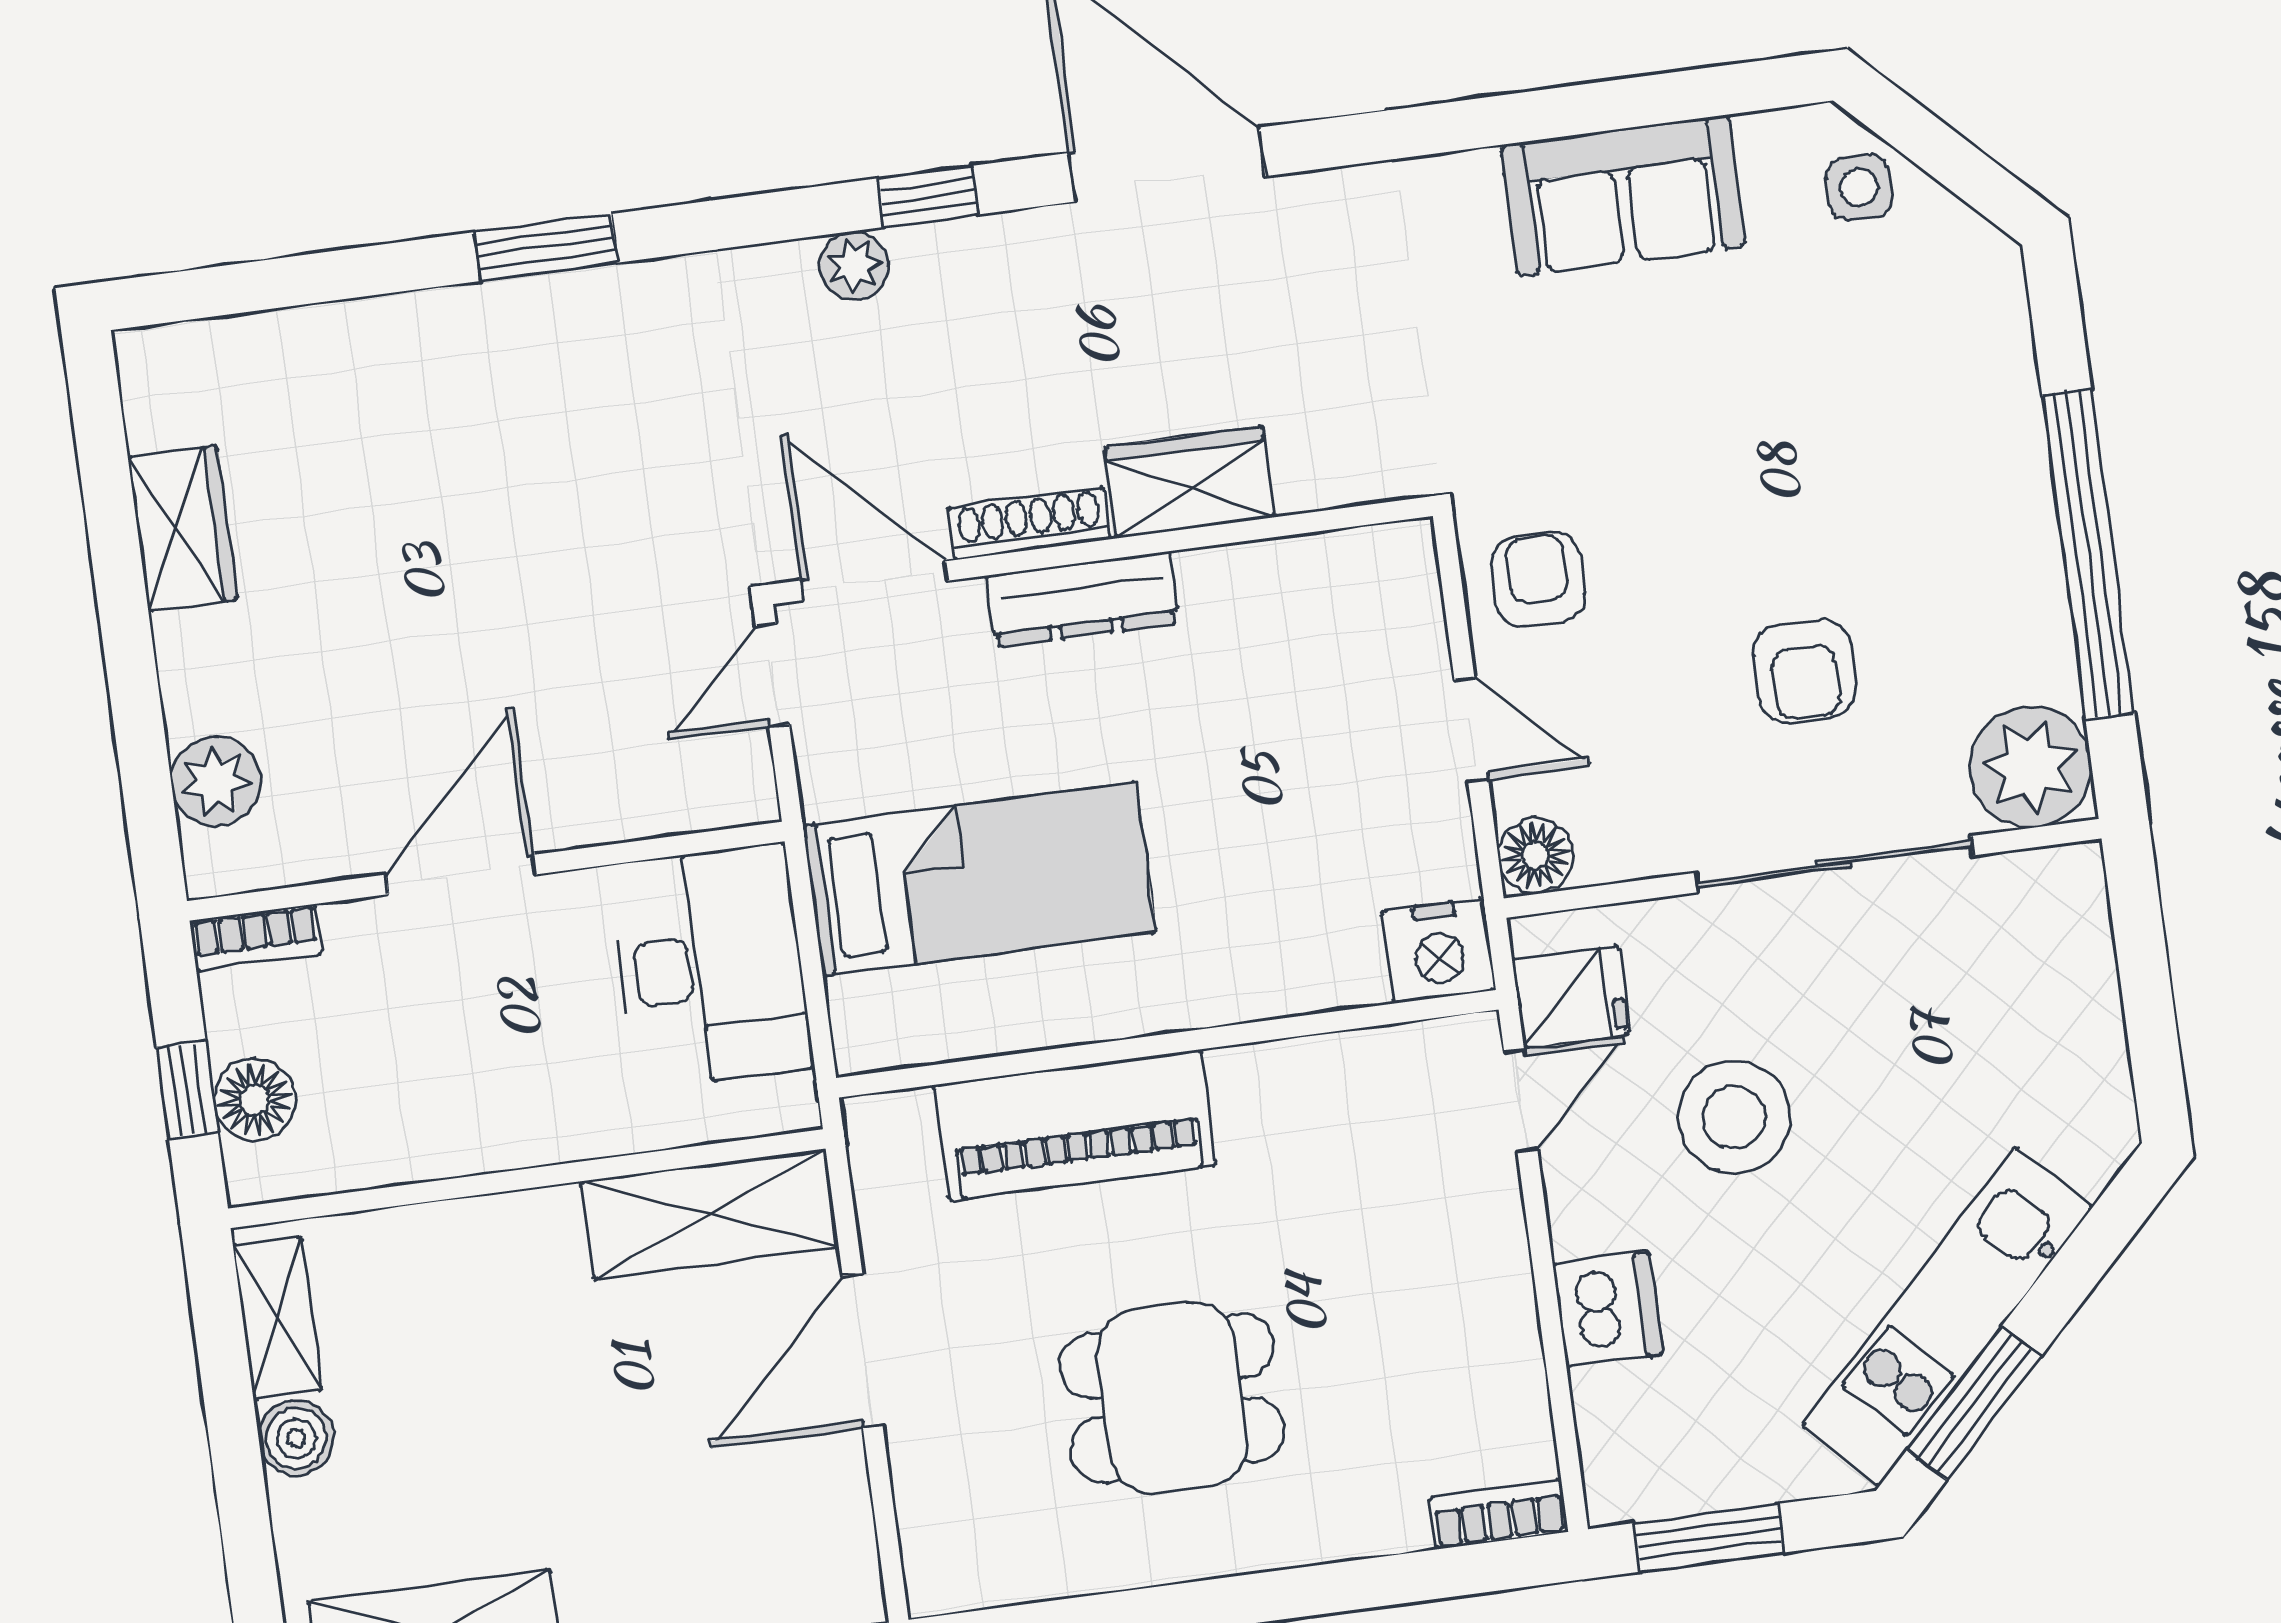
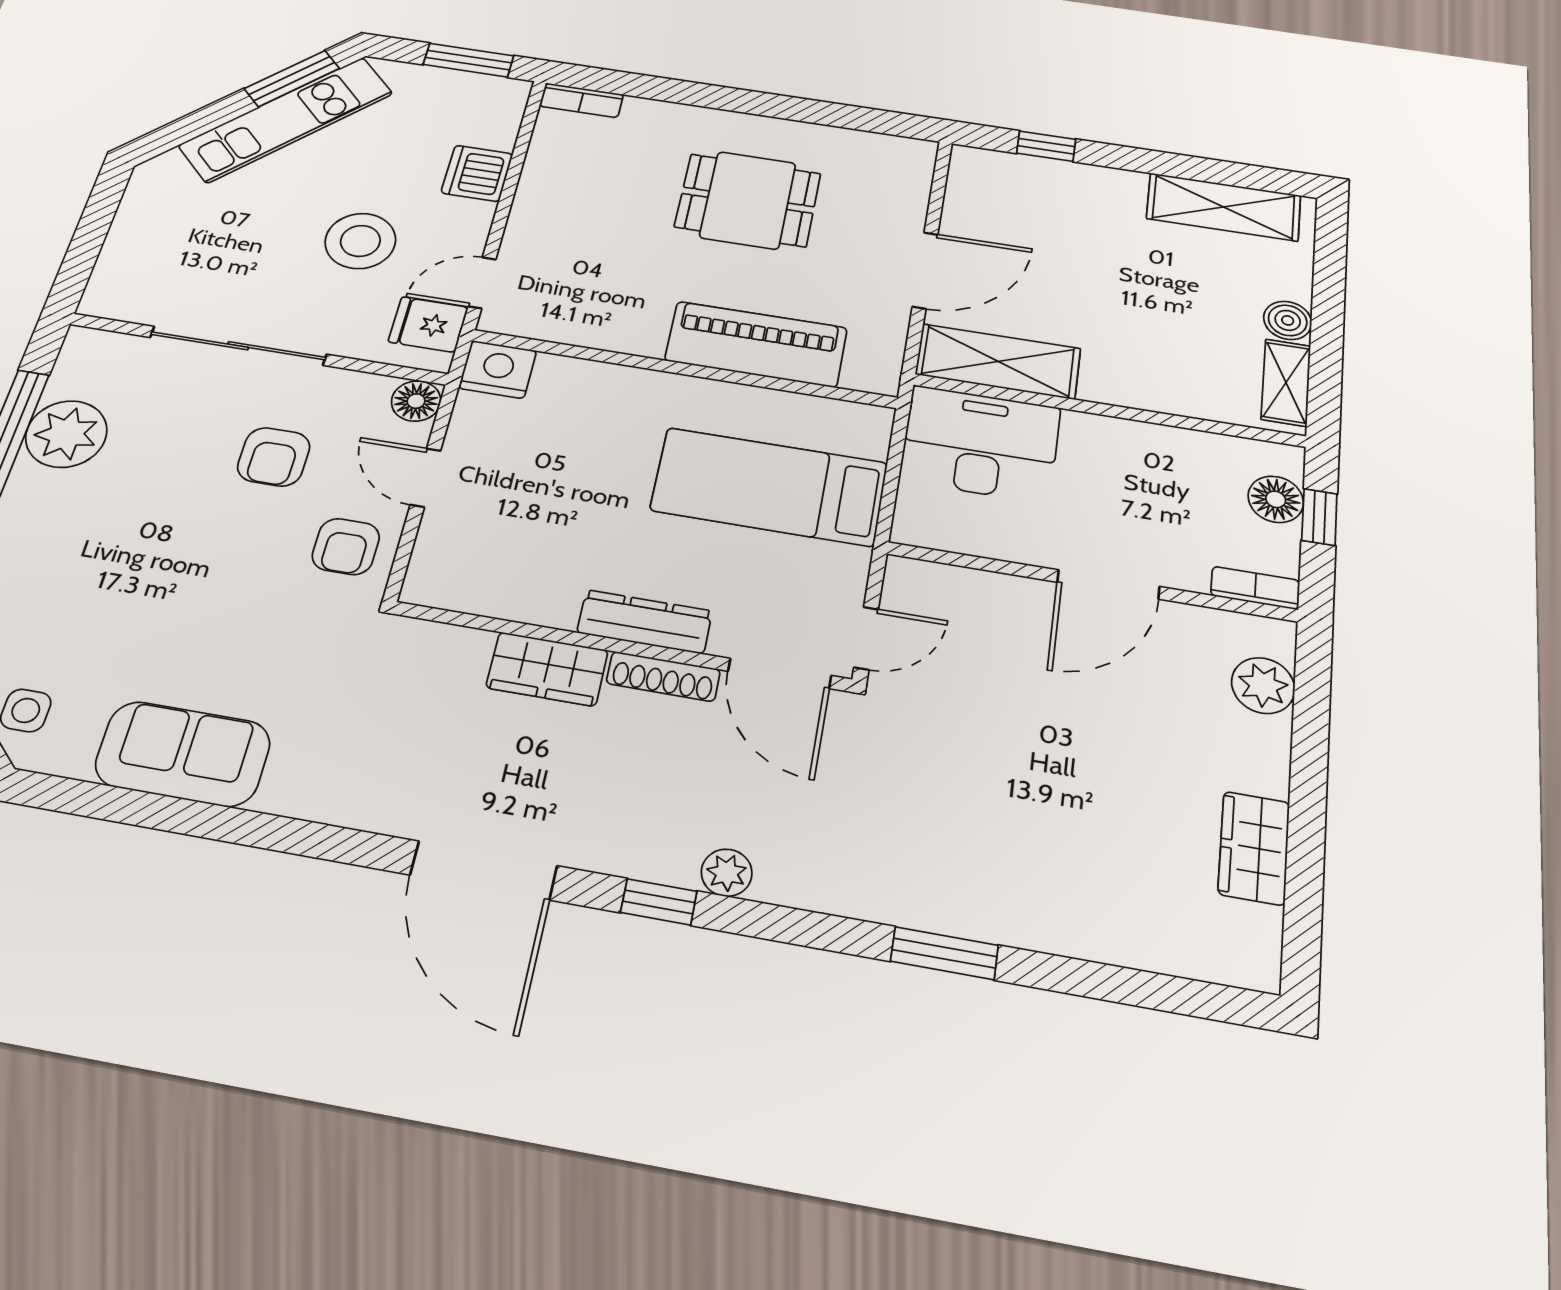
armchair: (1804, 671) -> (274, 457), moved, turned 180
plant: (2031, 767) -> (66, 434), moved
desk: (711, 966) -> (980, 444), moved, turned 90

